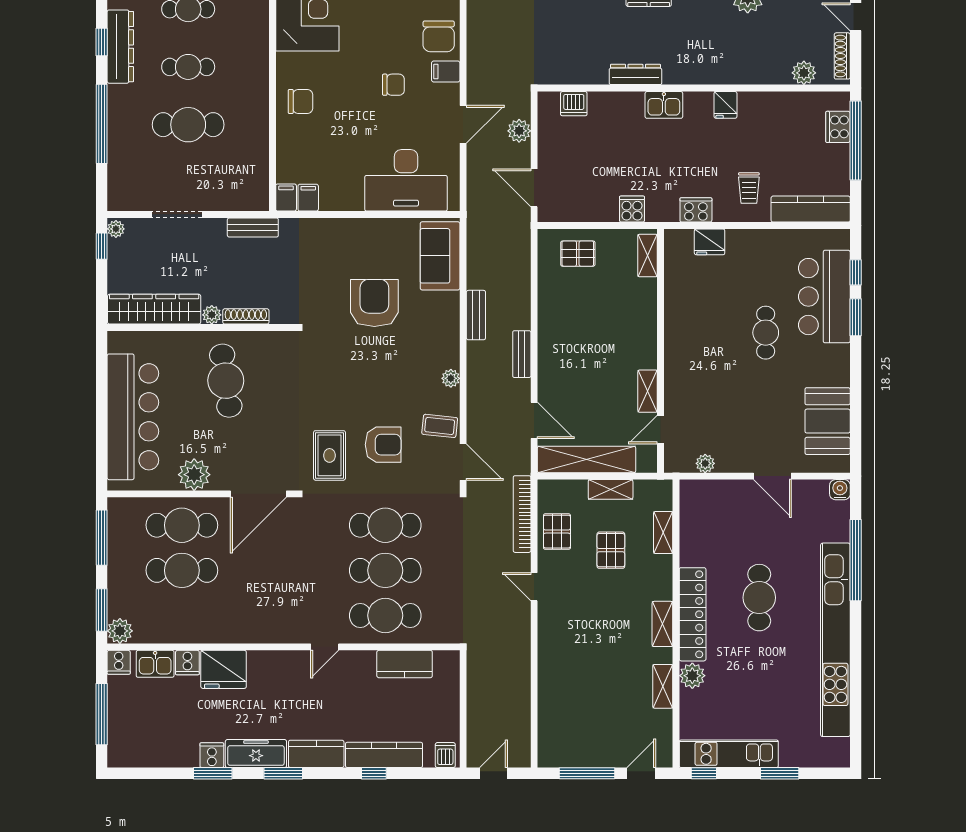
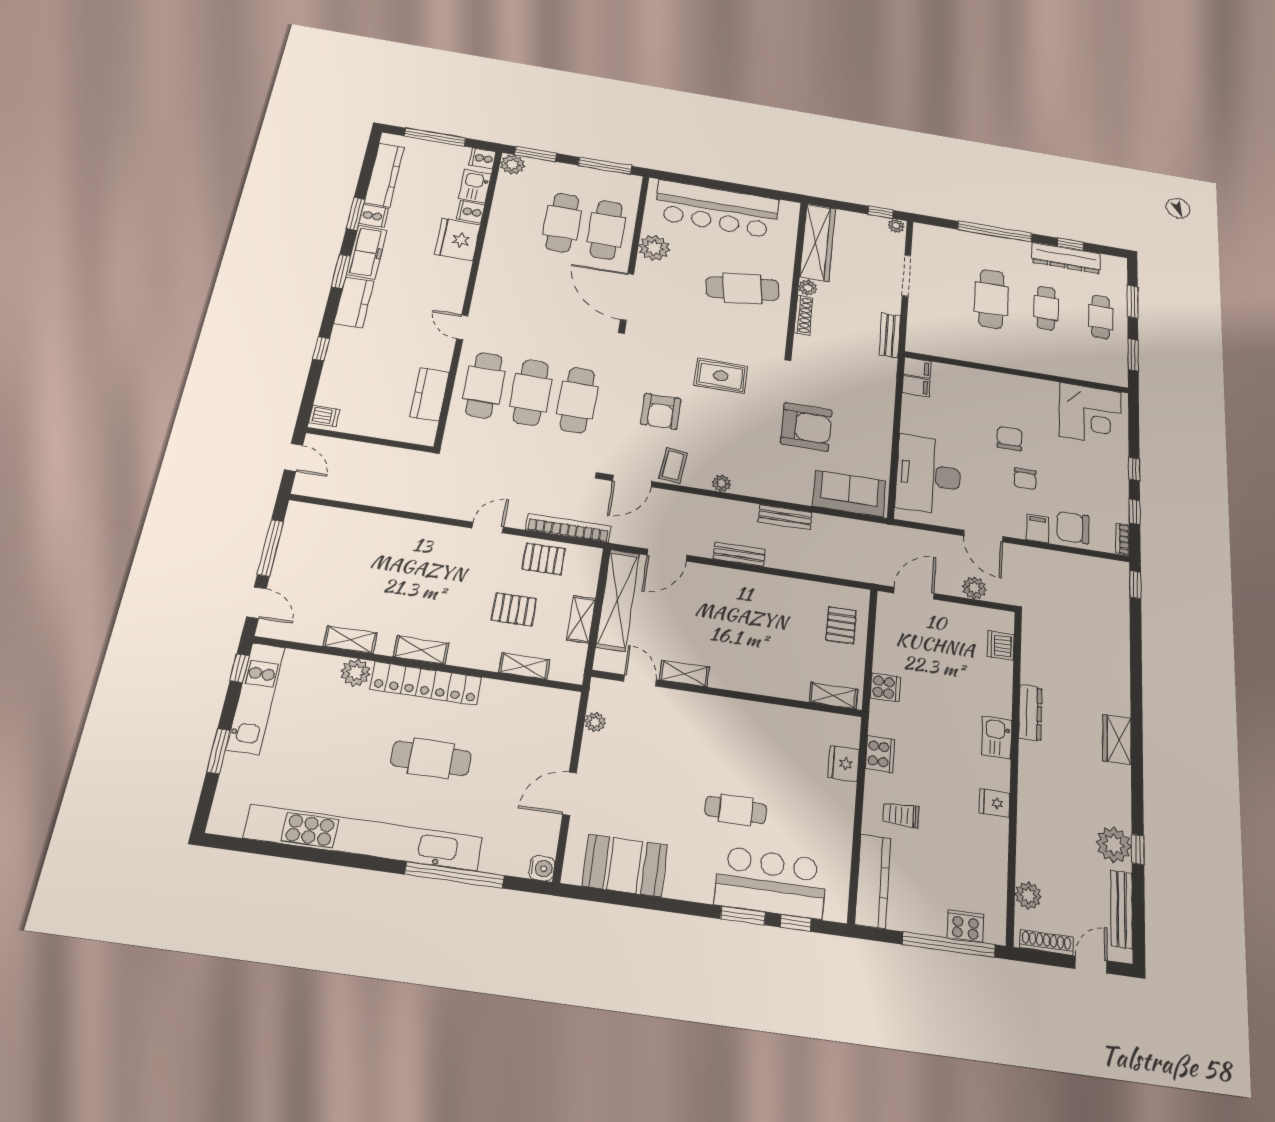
chair: (301, 102) -> (1009, 438), moved, turned 180
rug: (329, 455) -> (721, 376), moved
kitchen counter: (384, 755) -> (384, 175), moved

